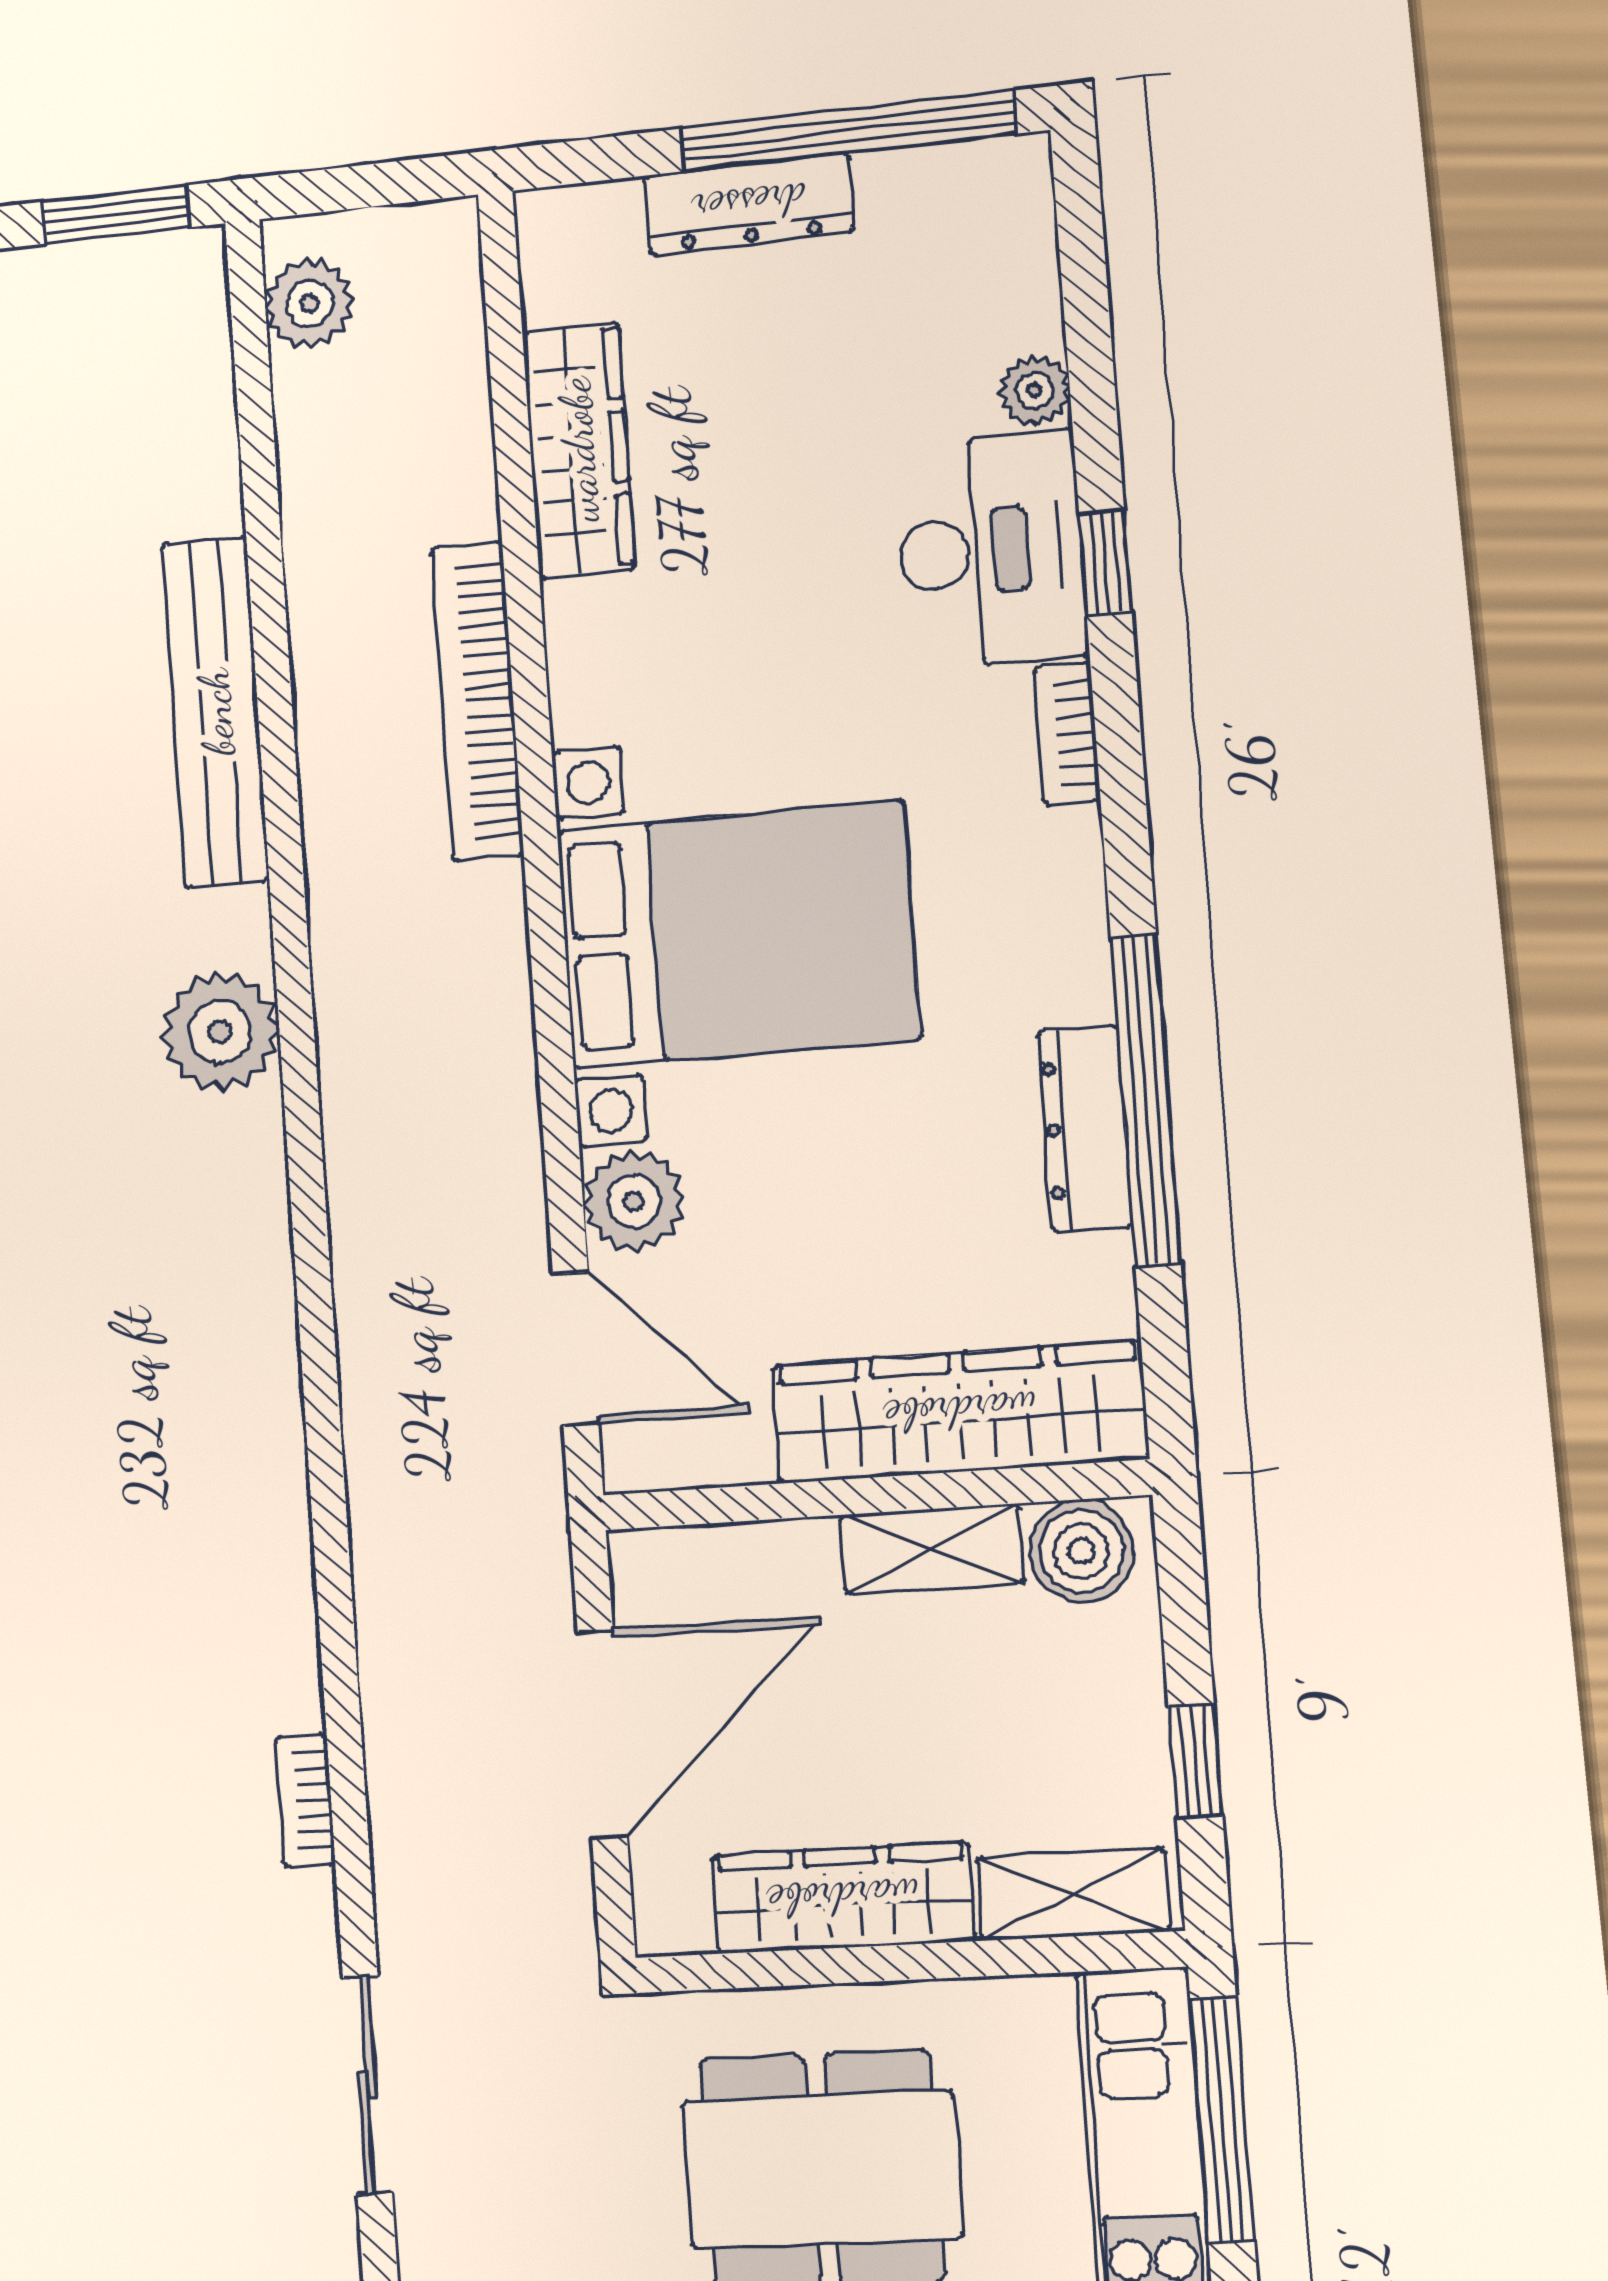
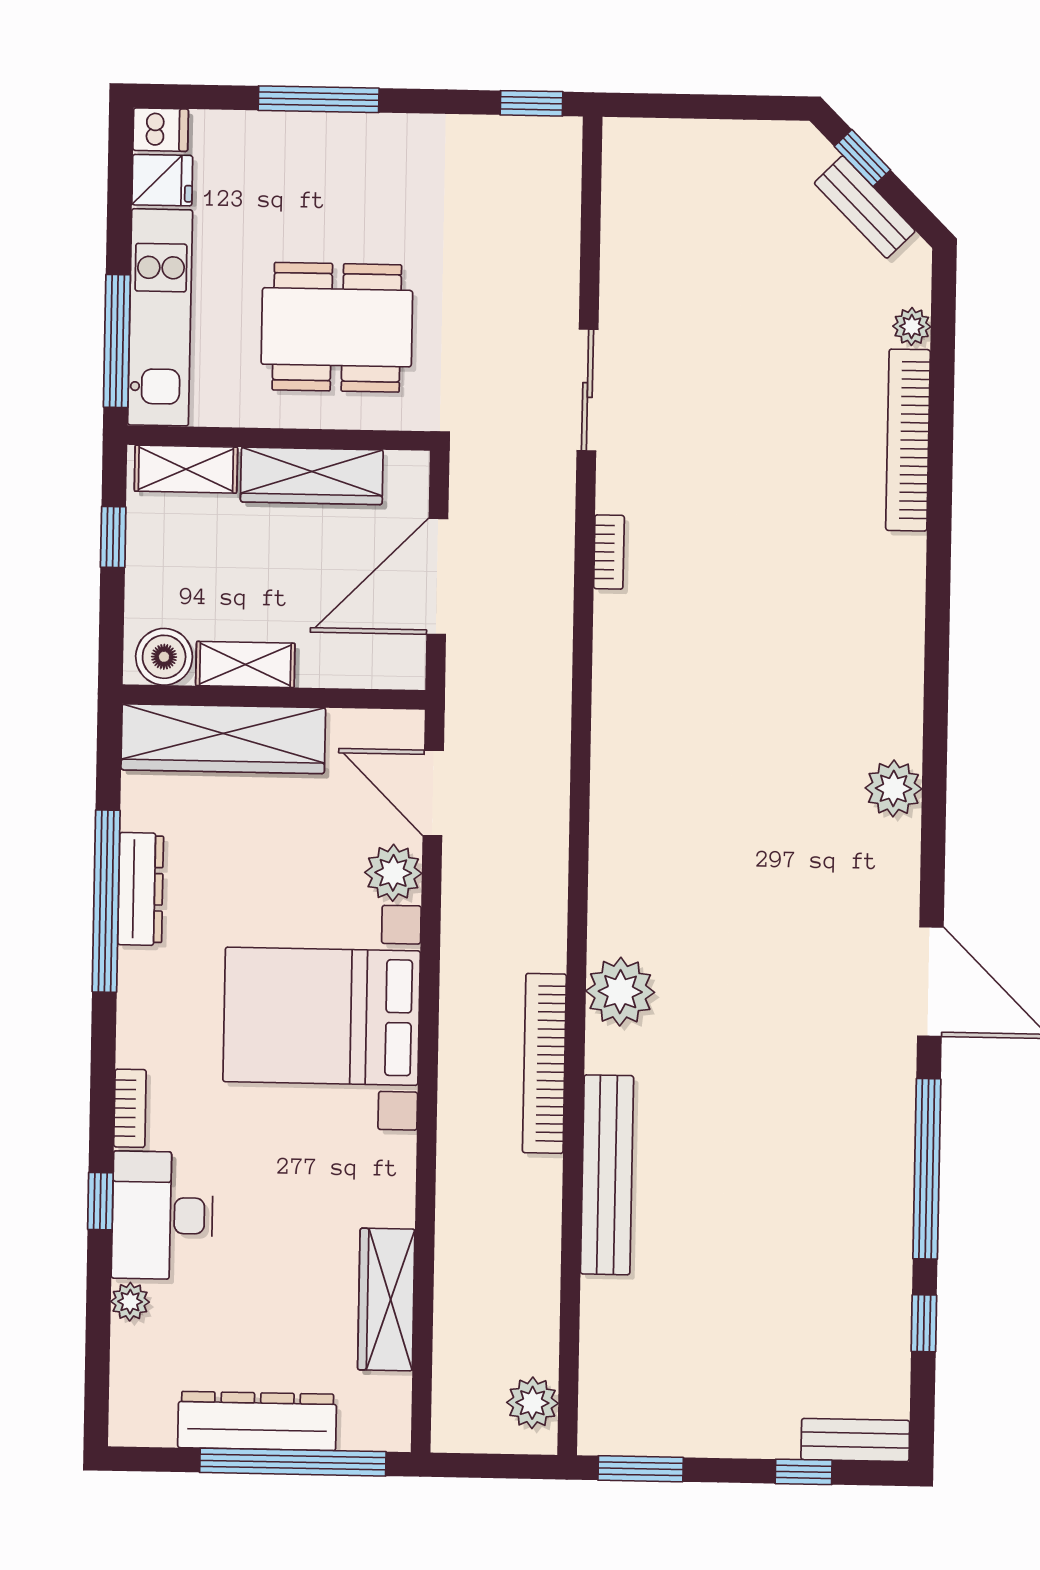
window: (848, 131) -> (293, 1462), moved
dresser: (749, 204) -> (257, 1421), width x1.37, depth x1.24
bookcase: (478, 701) -> (544, 1063), moved, turned 180

